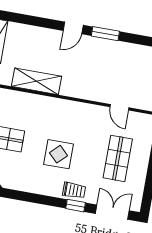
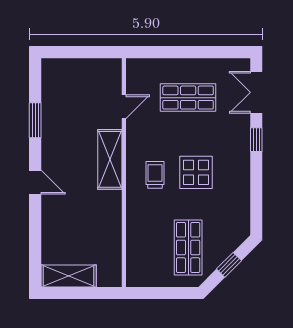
window: (105, 34) -> (35, 120), moved
shelving: (36, 81) -> (110, 159), moved
trolley: (74, 190) -> (155, 175), moved

